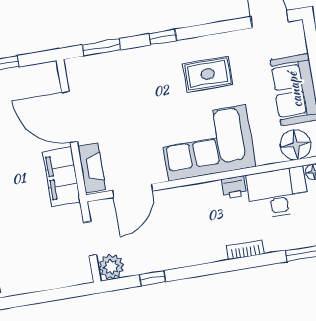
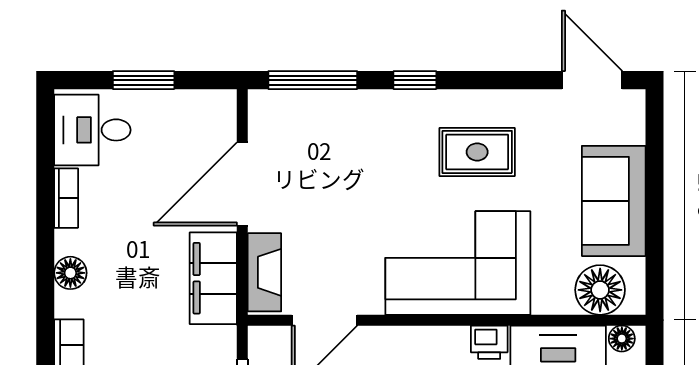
window: (101, 47) -> (313, 80), width x1.44
door: (70, 117) -> (242, 184), hinge flipped

